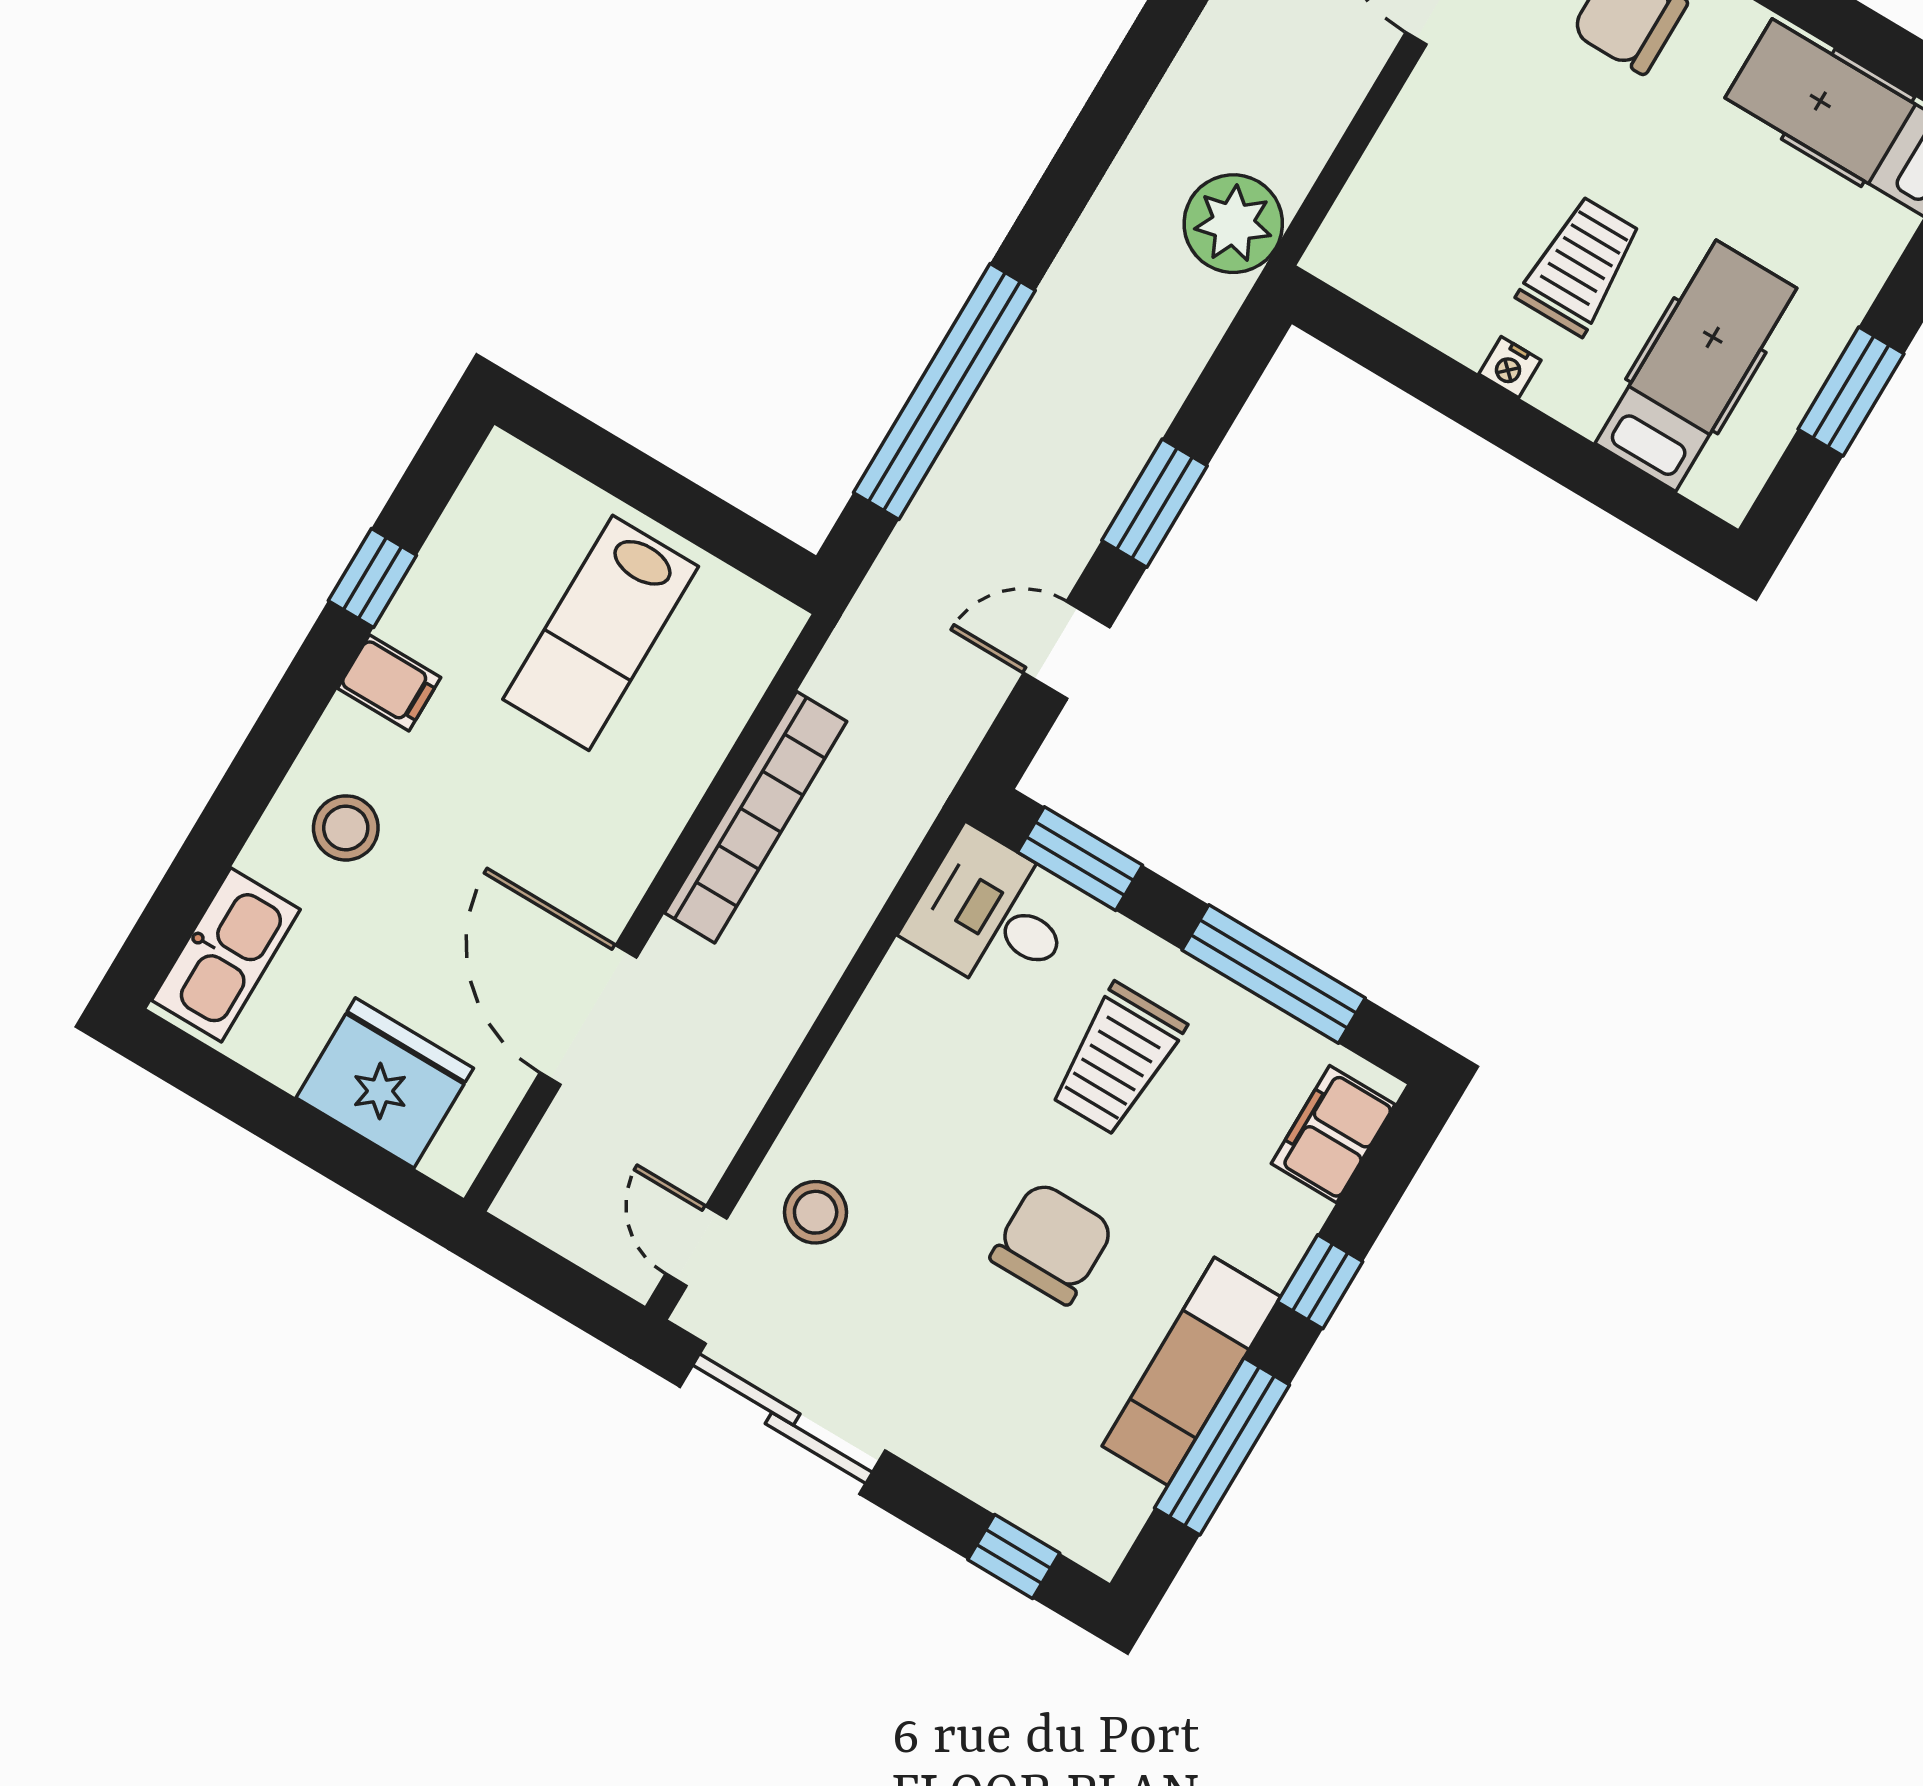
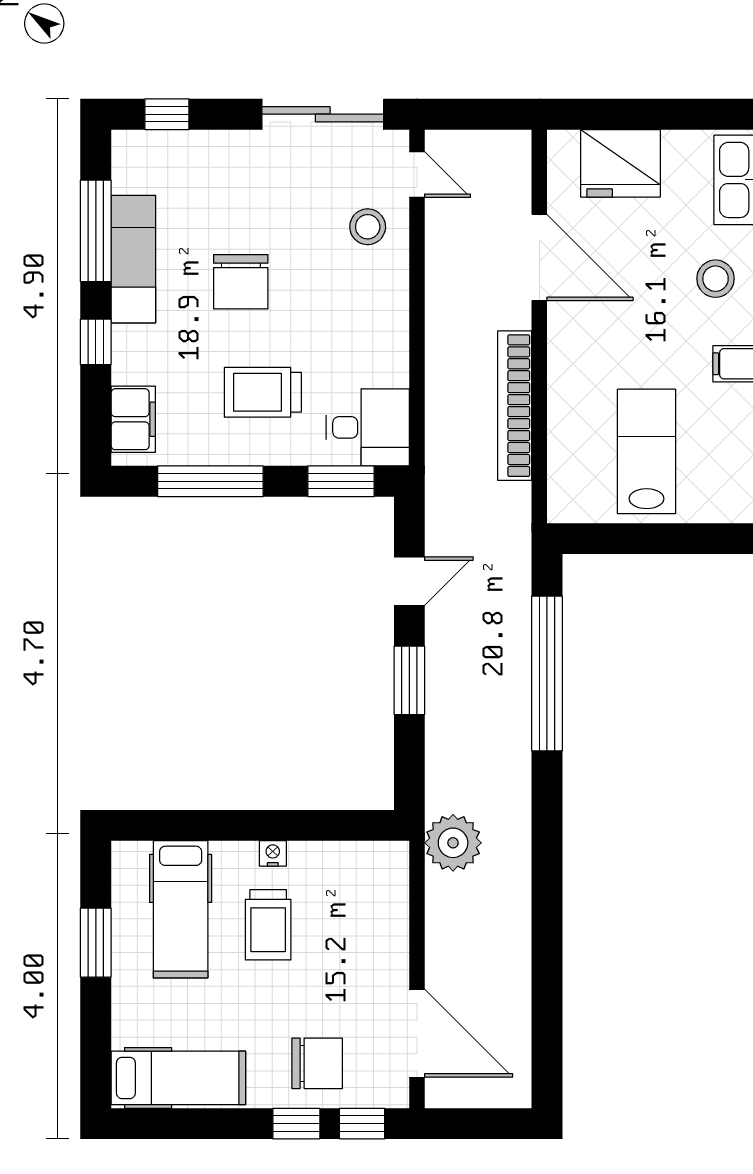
trolley: (1117, 1059) -> (263, 392), turned -90

